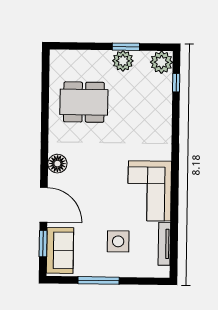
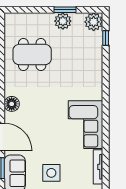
side table: (118, 241) -> (51, 173), moved

